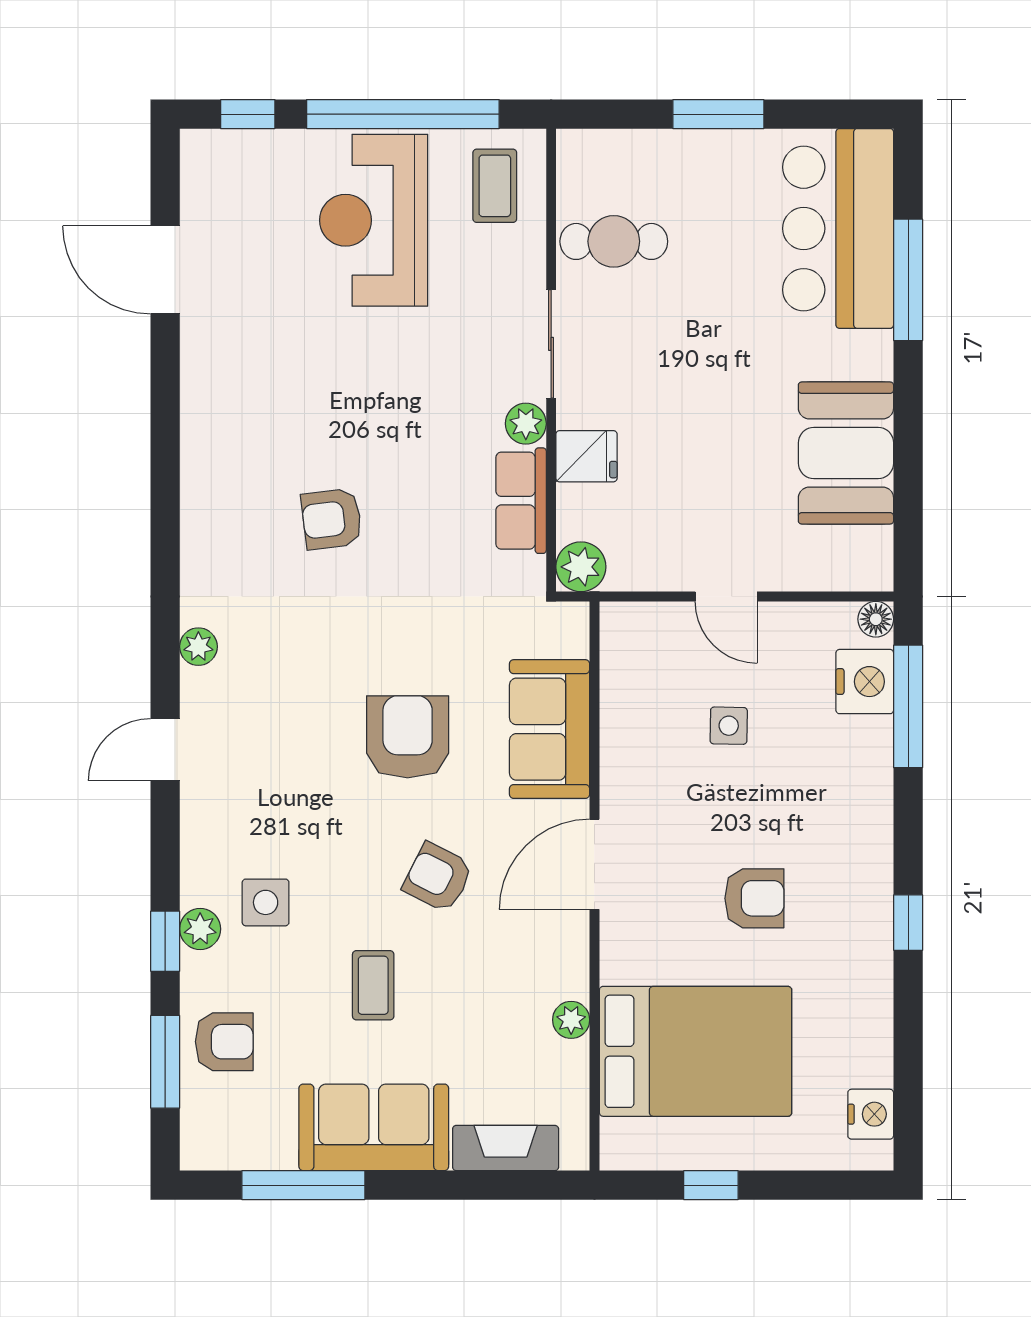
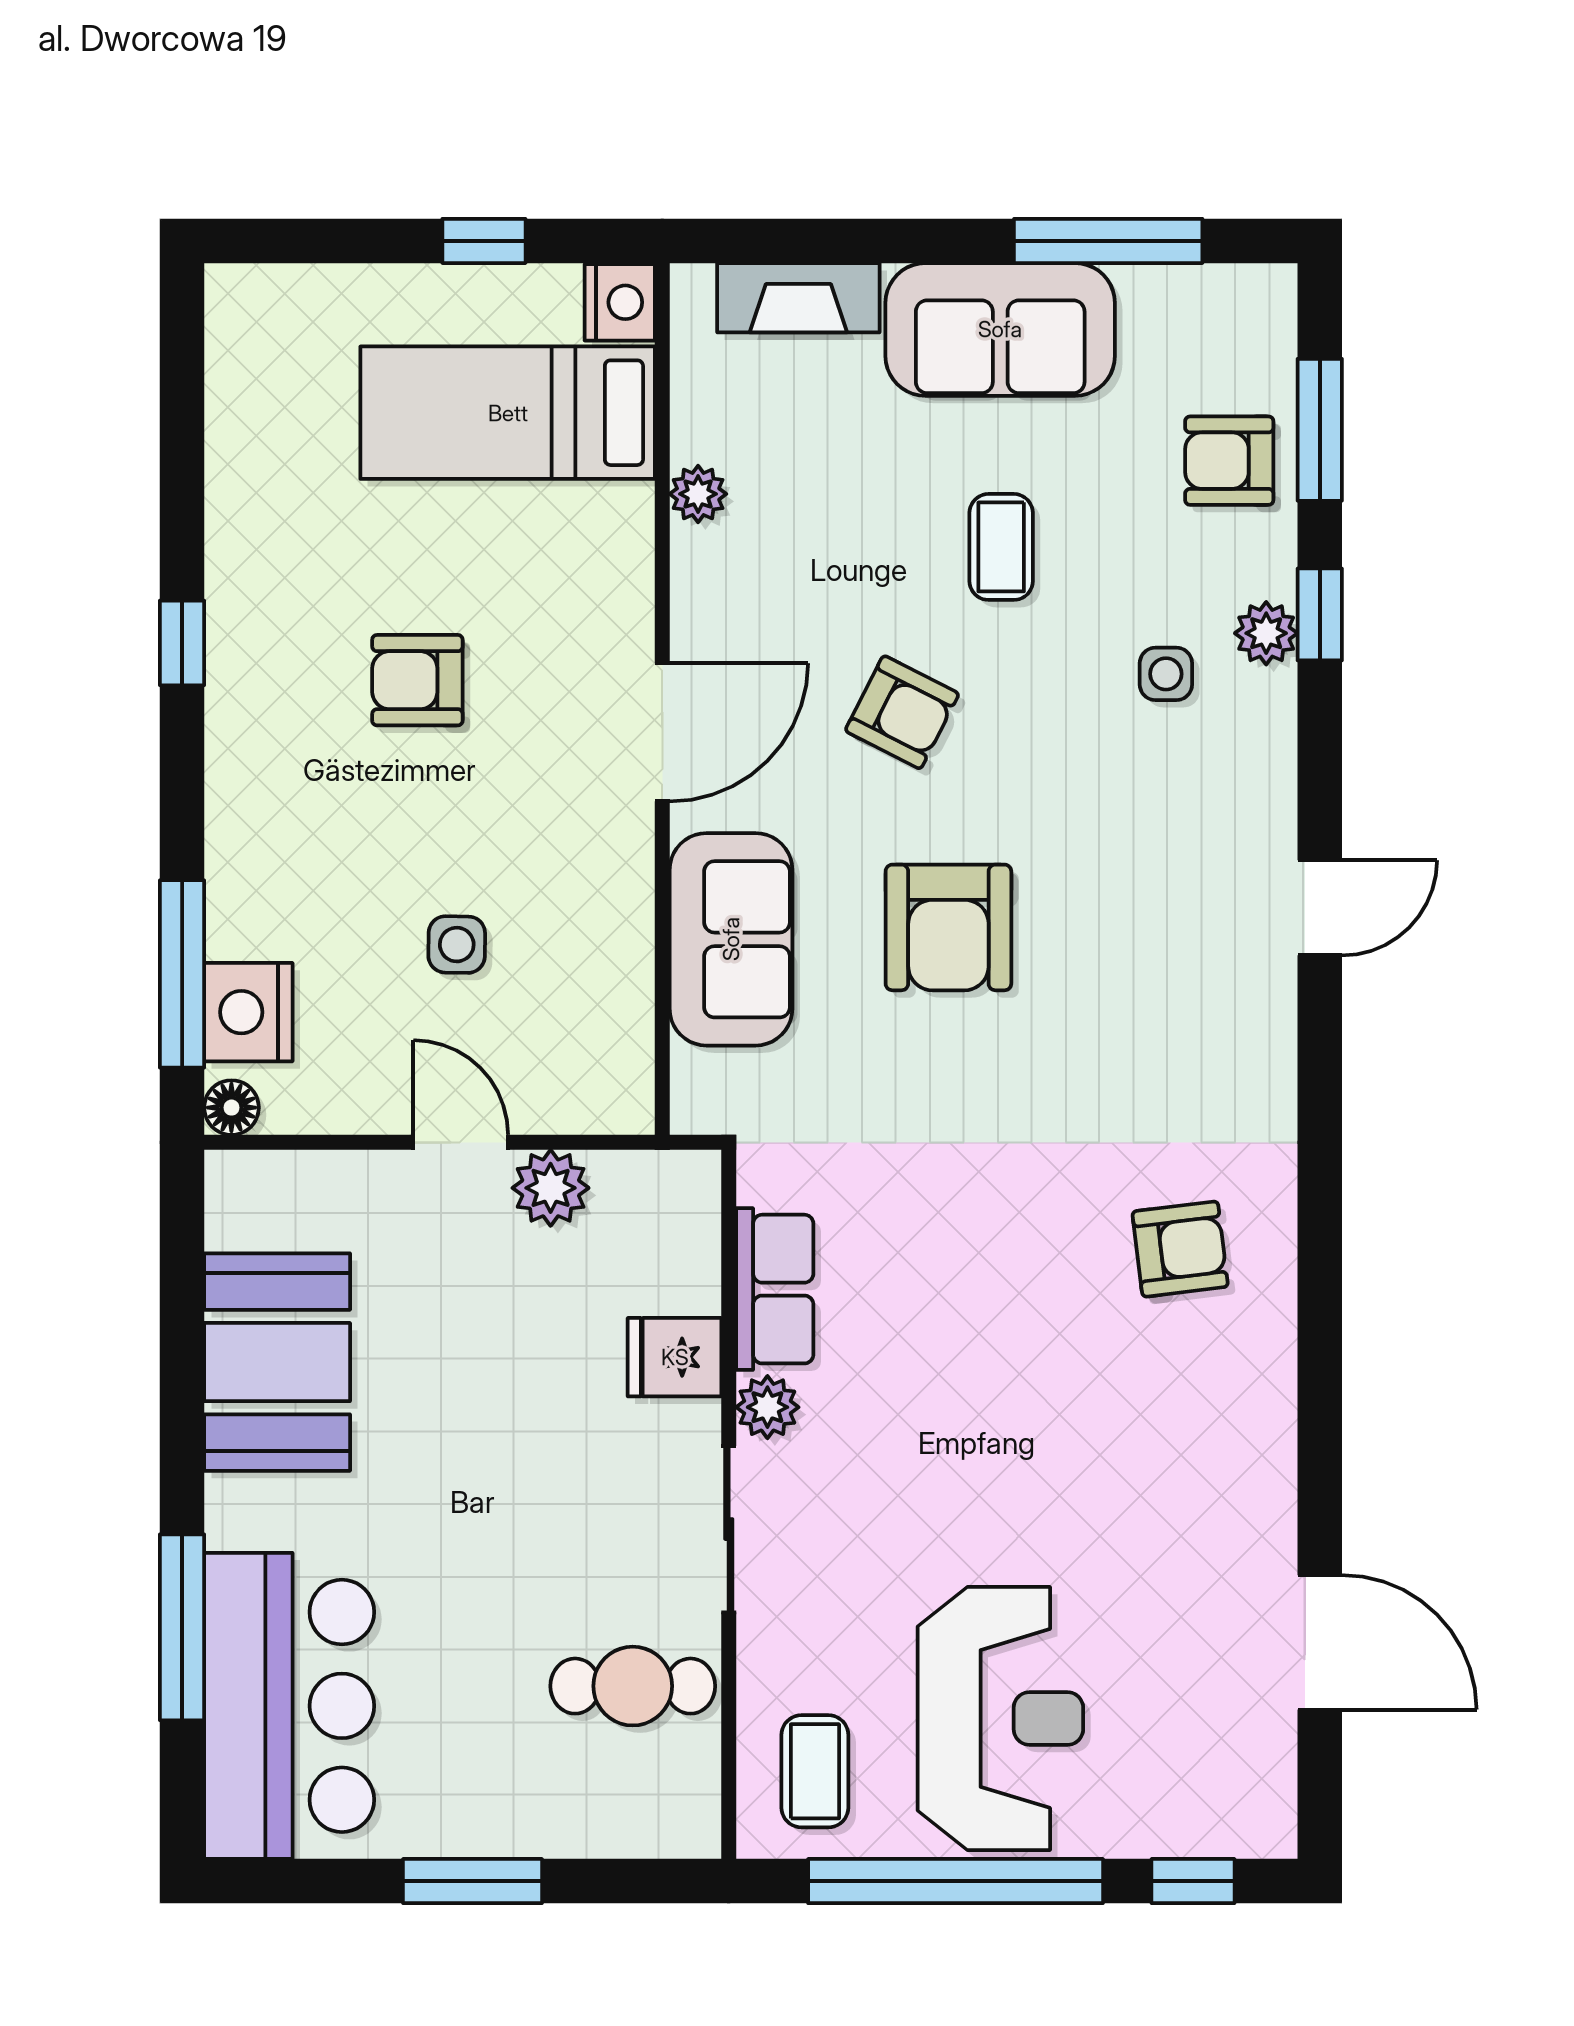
armchair: (332, 519) -> (1180, 1249), moved
plant: (581, 567) -> (551, 1188), moved
plant: (198, 647) -> (1269, 1066), removed
side table: (266, 902) -> (1166, 674), width x0.73, depth x0.73
bed: (696, 1051) -> (508, 413), width x0.67
nightstand: (871, 1114) -> (620, 302), moved, turned 180

